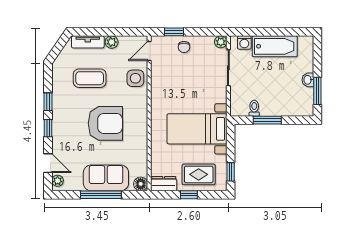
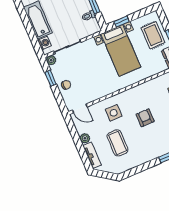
window: (174, 32) -> (51, 78), moved
side table: (135, 78) -> (114, 113), moved
window: (48, 102) -> (147, 166), removed
armchair: (105, 123) -> (145, 118), width x0.53, depth x0.53
window: (231, 172) -> (122, 22), moved

